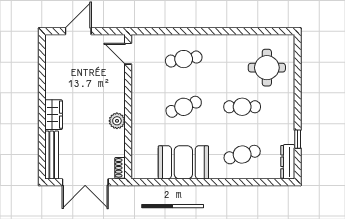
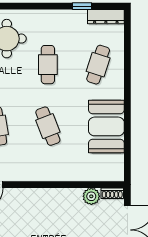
plant: (117, 121) -> (91, 196), moved
cafe table: (242, 155) -> (98, 65), turned 33

